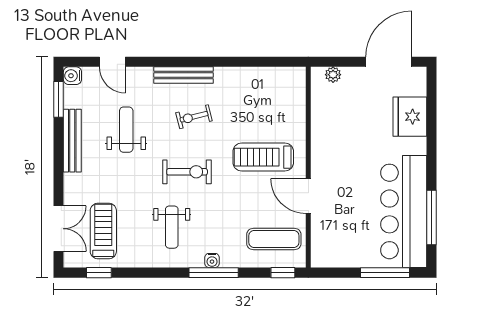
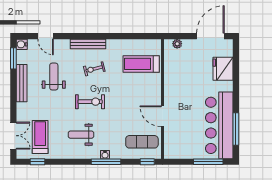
treadmill: (263, 157) -> (141, 64), moved
weight bench: (172, 227) -> (81, 135), turned 90

